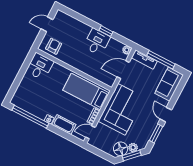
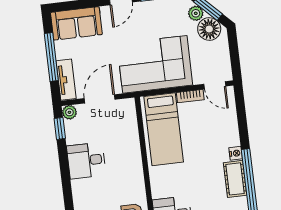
window: (106, 31) -> (60, 128), moved
door: (123, 70) -> (100, 99), swing flipped
cot: (64, 125) -> (235, 179), moved

